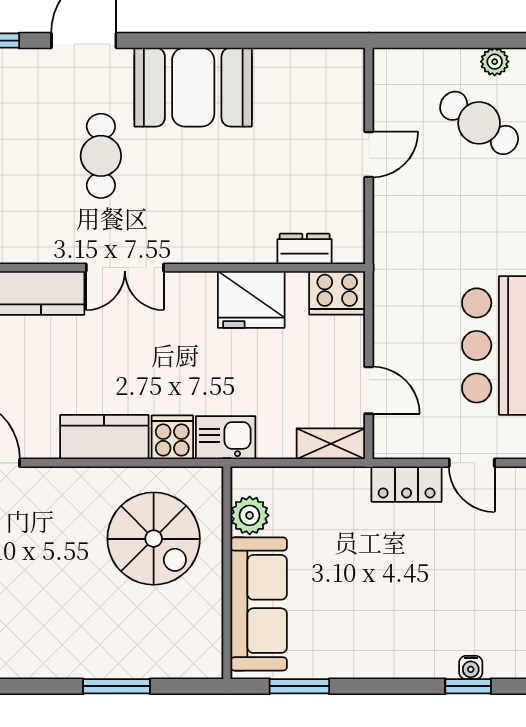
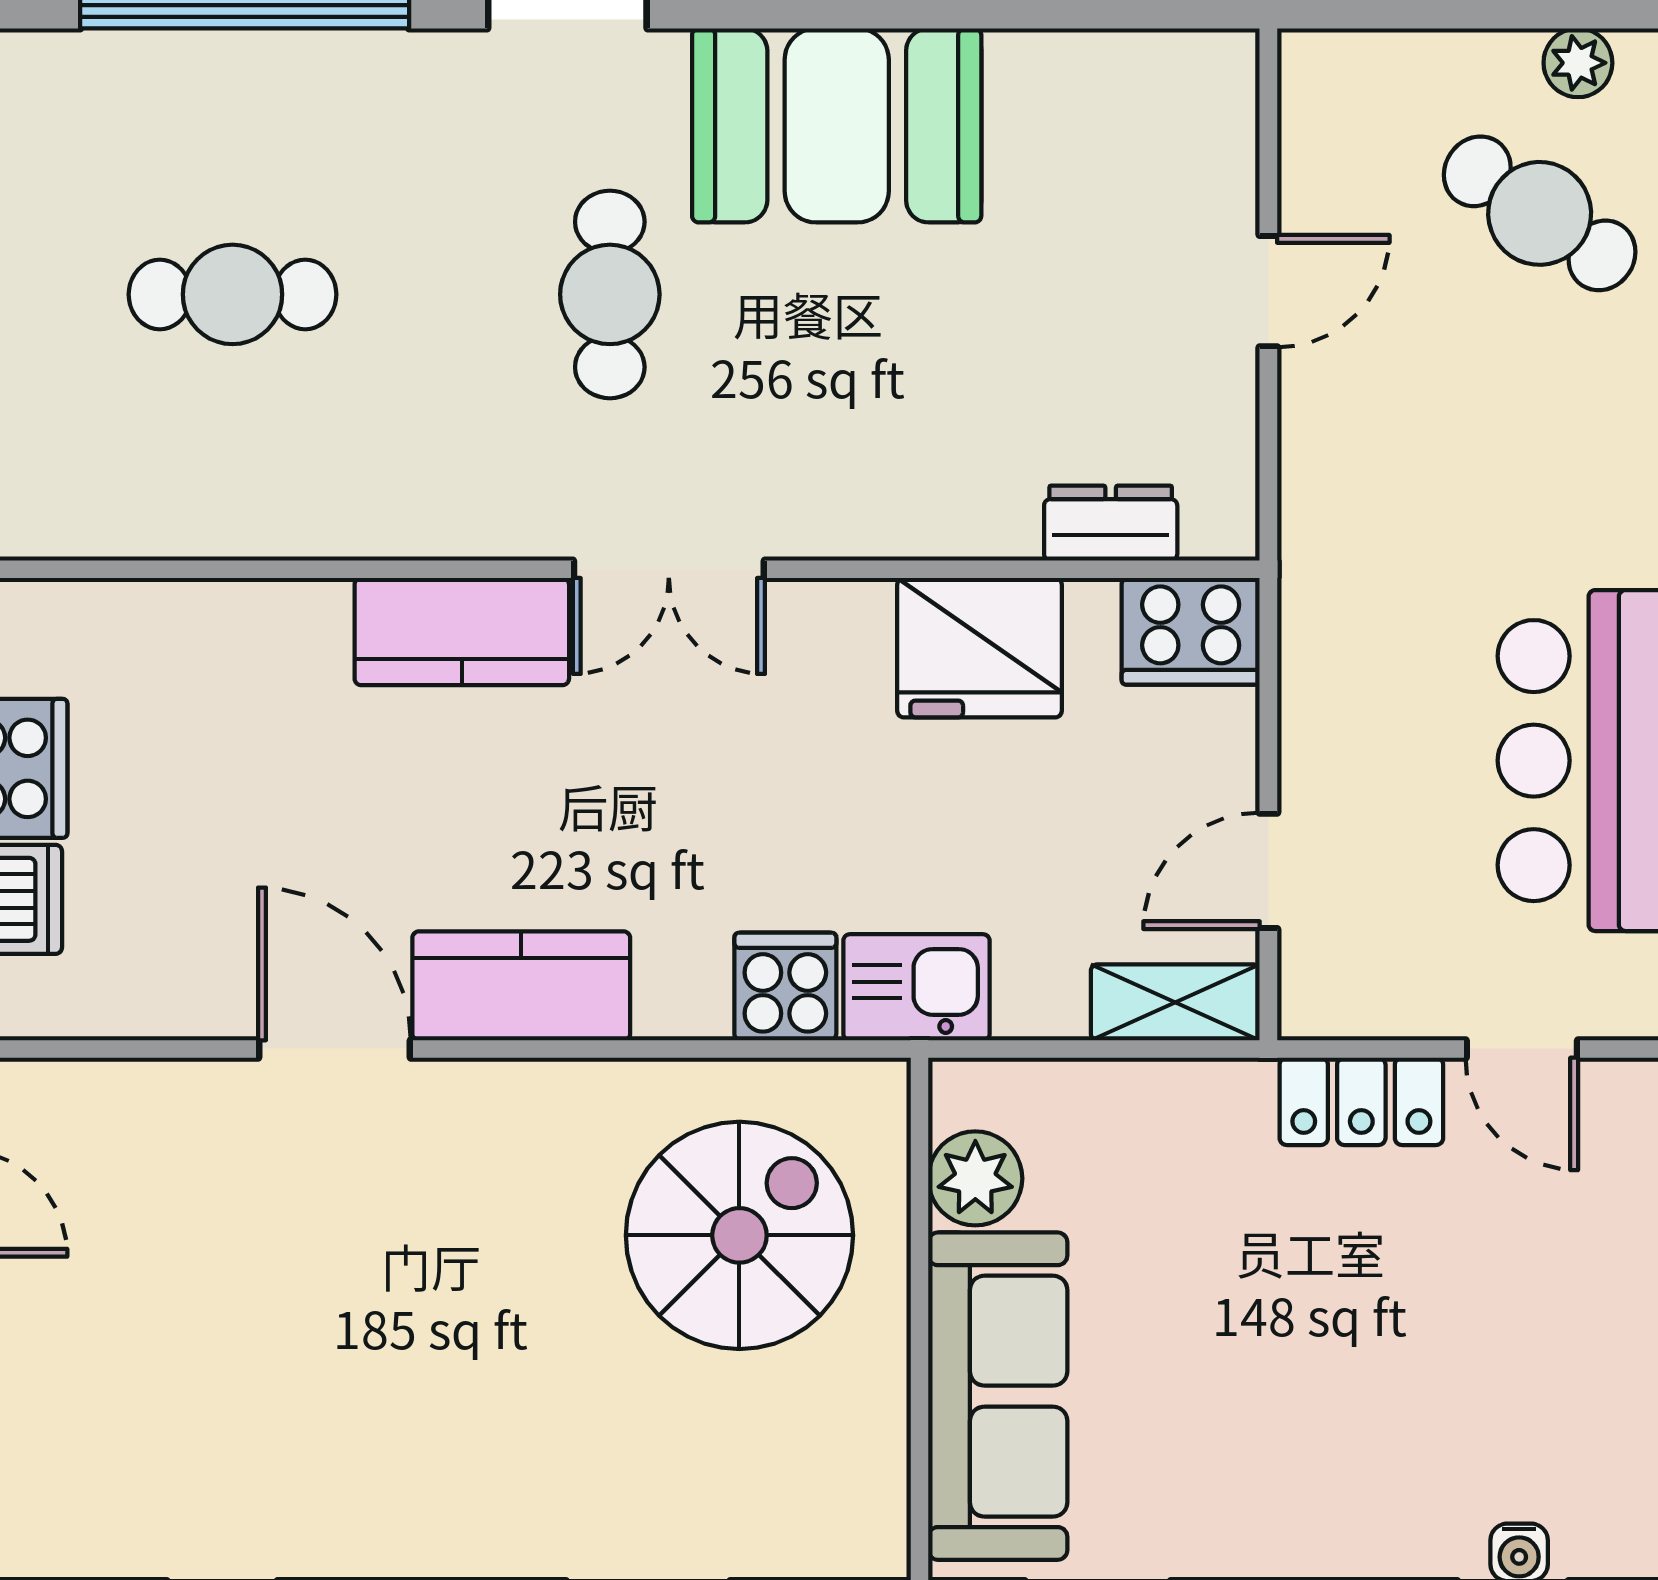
door: (369, 390) -> (1268, 871), swing flipped
kitchen counter: (104, 437) -> (521, 986), moved
spiral stairs: (154, 539) -> (739, 1235), turned -90

